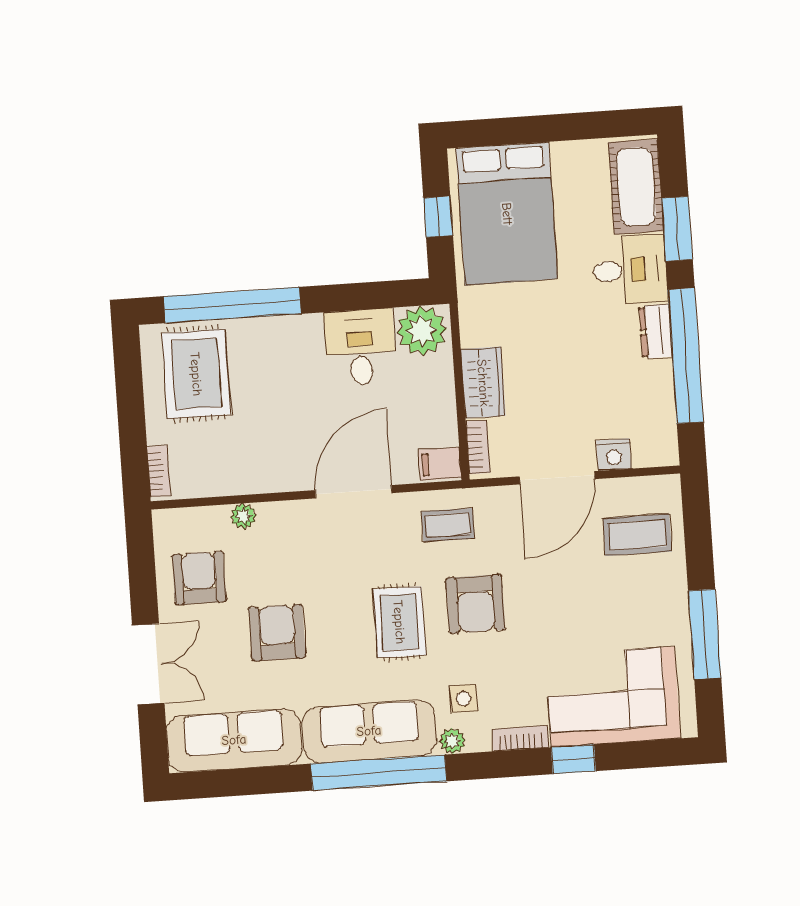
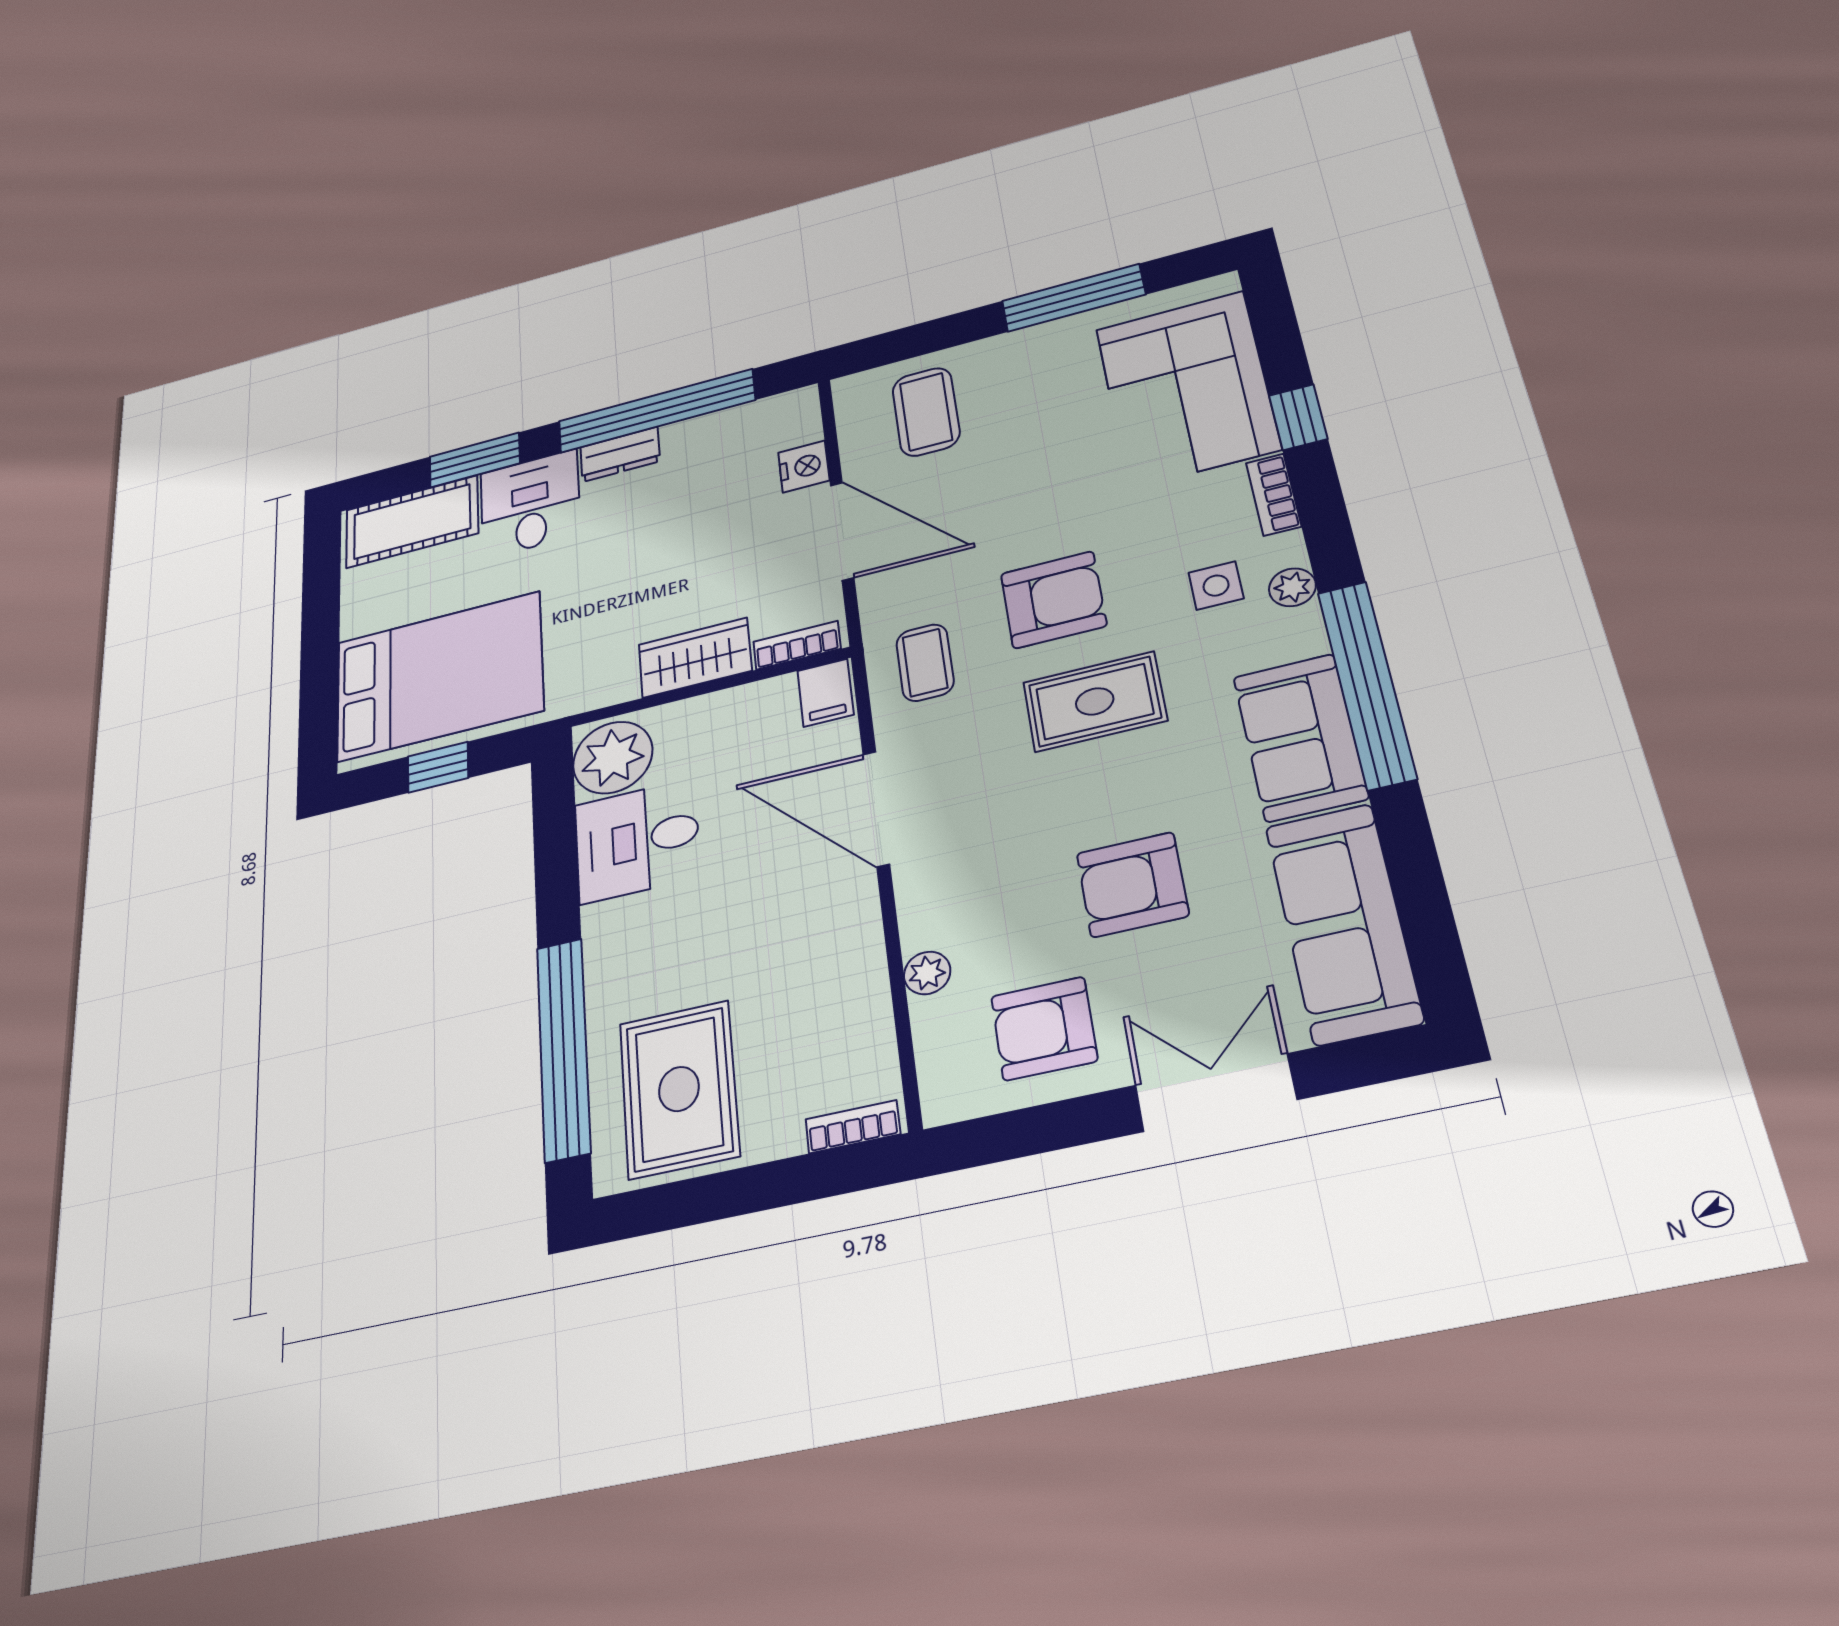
rug: (196, 374) -> (679, 1089), turned 90
sofa: (369, 731) -> (1300, 737), width x0.73

